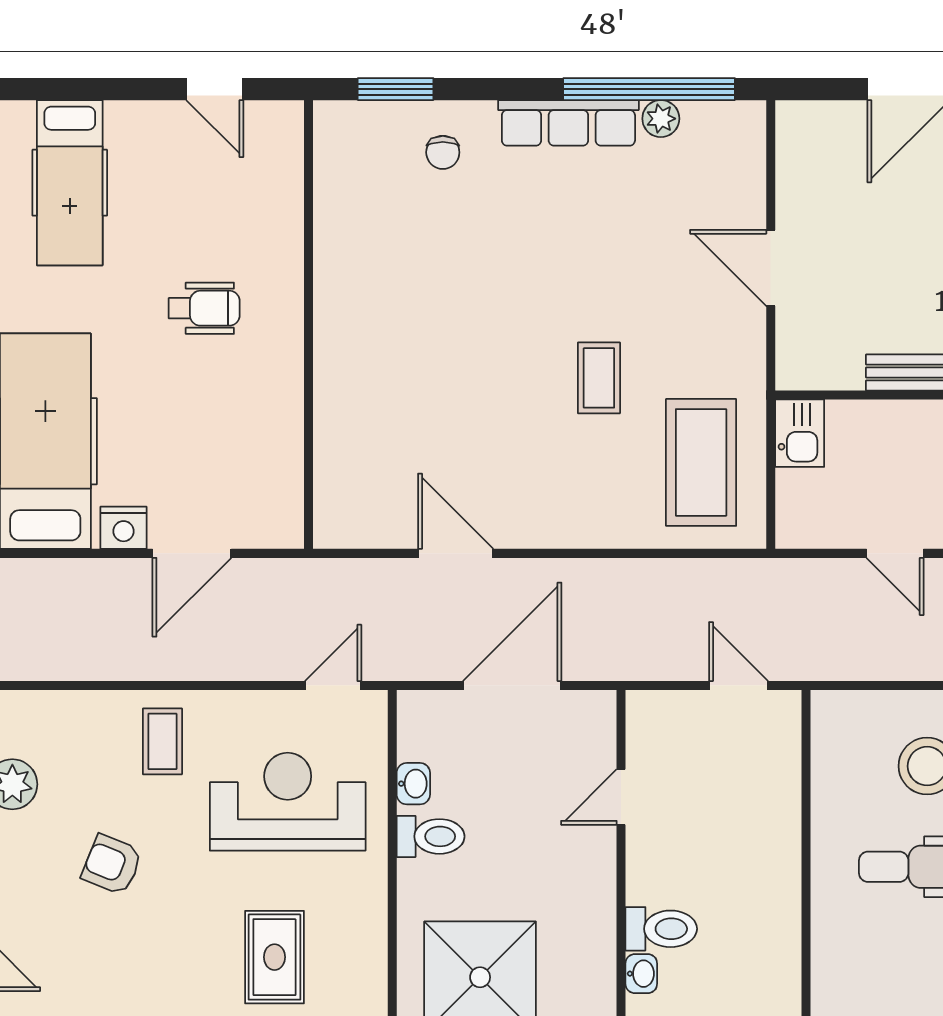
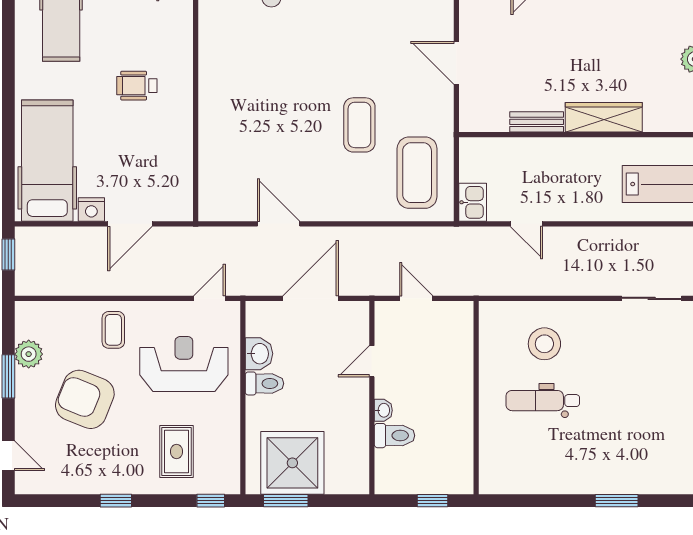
wheelchair: (204, 308) -> (137, 86), turned 180
coffee table: (599, 378) -> (359, 125), width x1.36, depth x1.30
kitchen sink: (800, 433) -> (473, 202), moved
door: (739, 685) -> (416, 298), moved
washbasin: (413, 784) -> (259, 354), width x1.38, depth x1.45
armchair: (112, 865) -> (85, 399), width x1.88, depth x1.88
washbasin: (641, 974) -> (383, 410), moved

